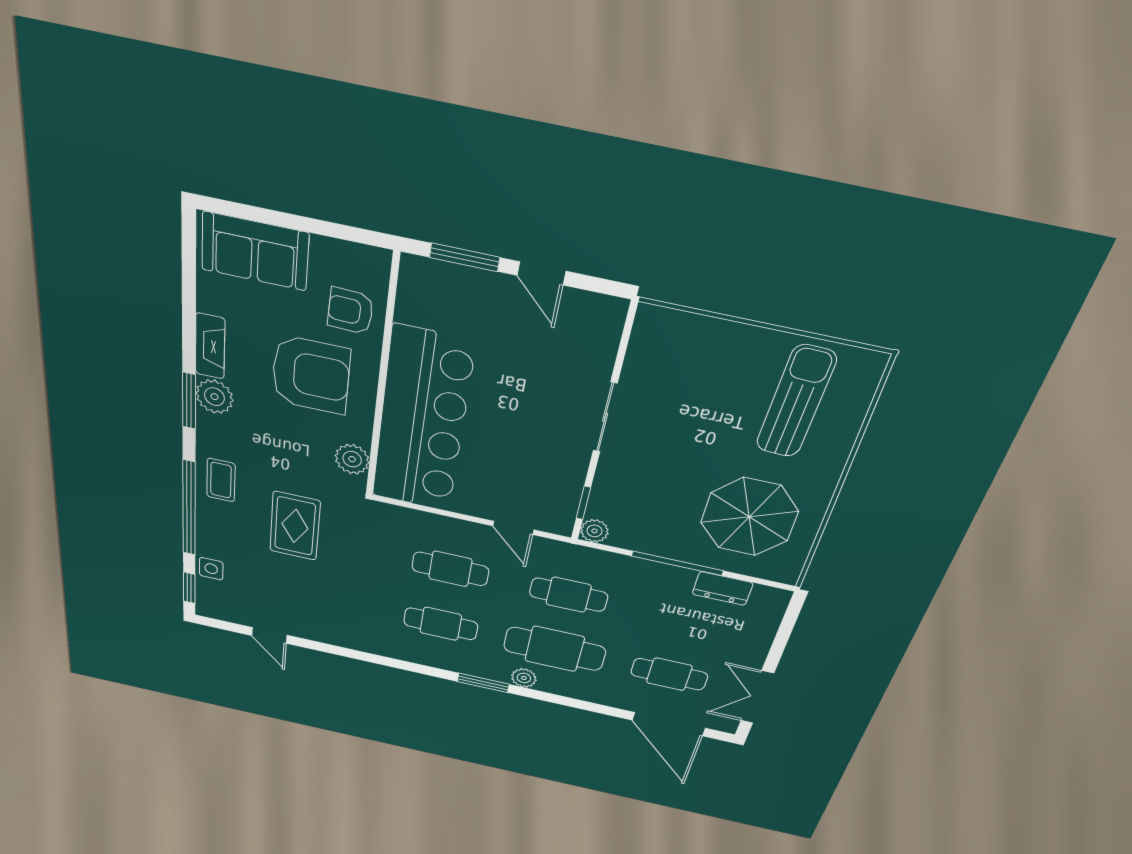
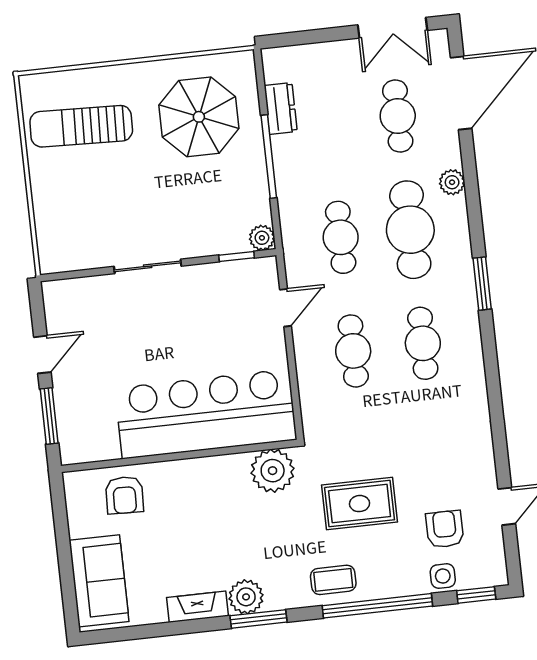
armchair: (311, 375) -> (445, 529), moved, width x0.53, depth x0.53
plant: (352, 459) -> (273, 471), width x1.36, depth x1.36
plant: (524, 678) -> (452, 182), moved

